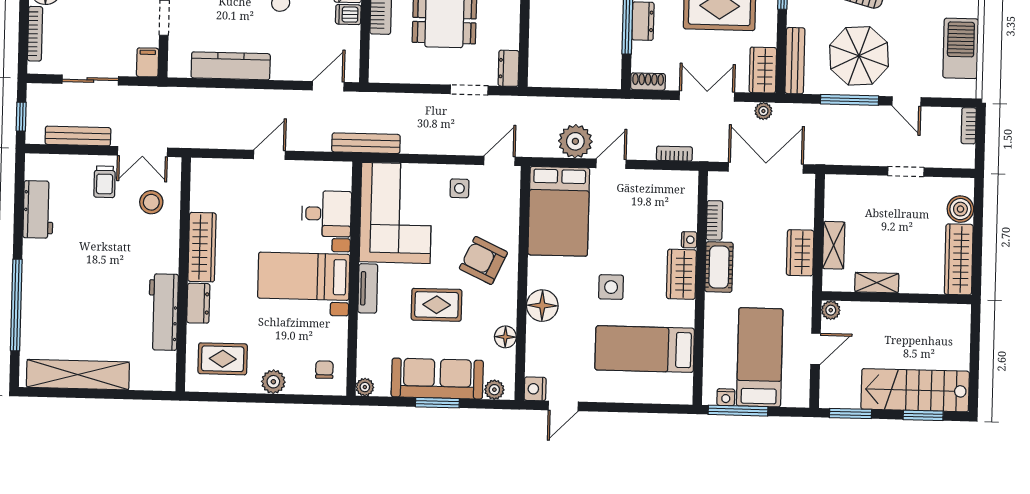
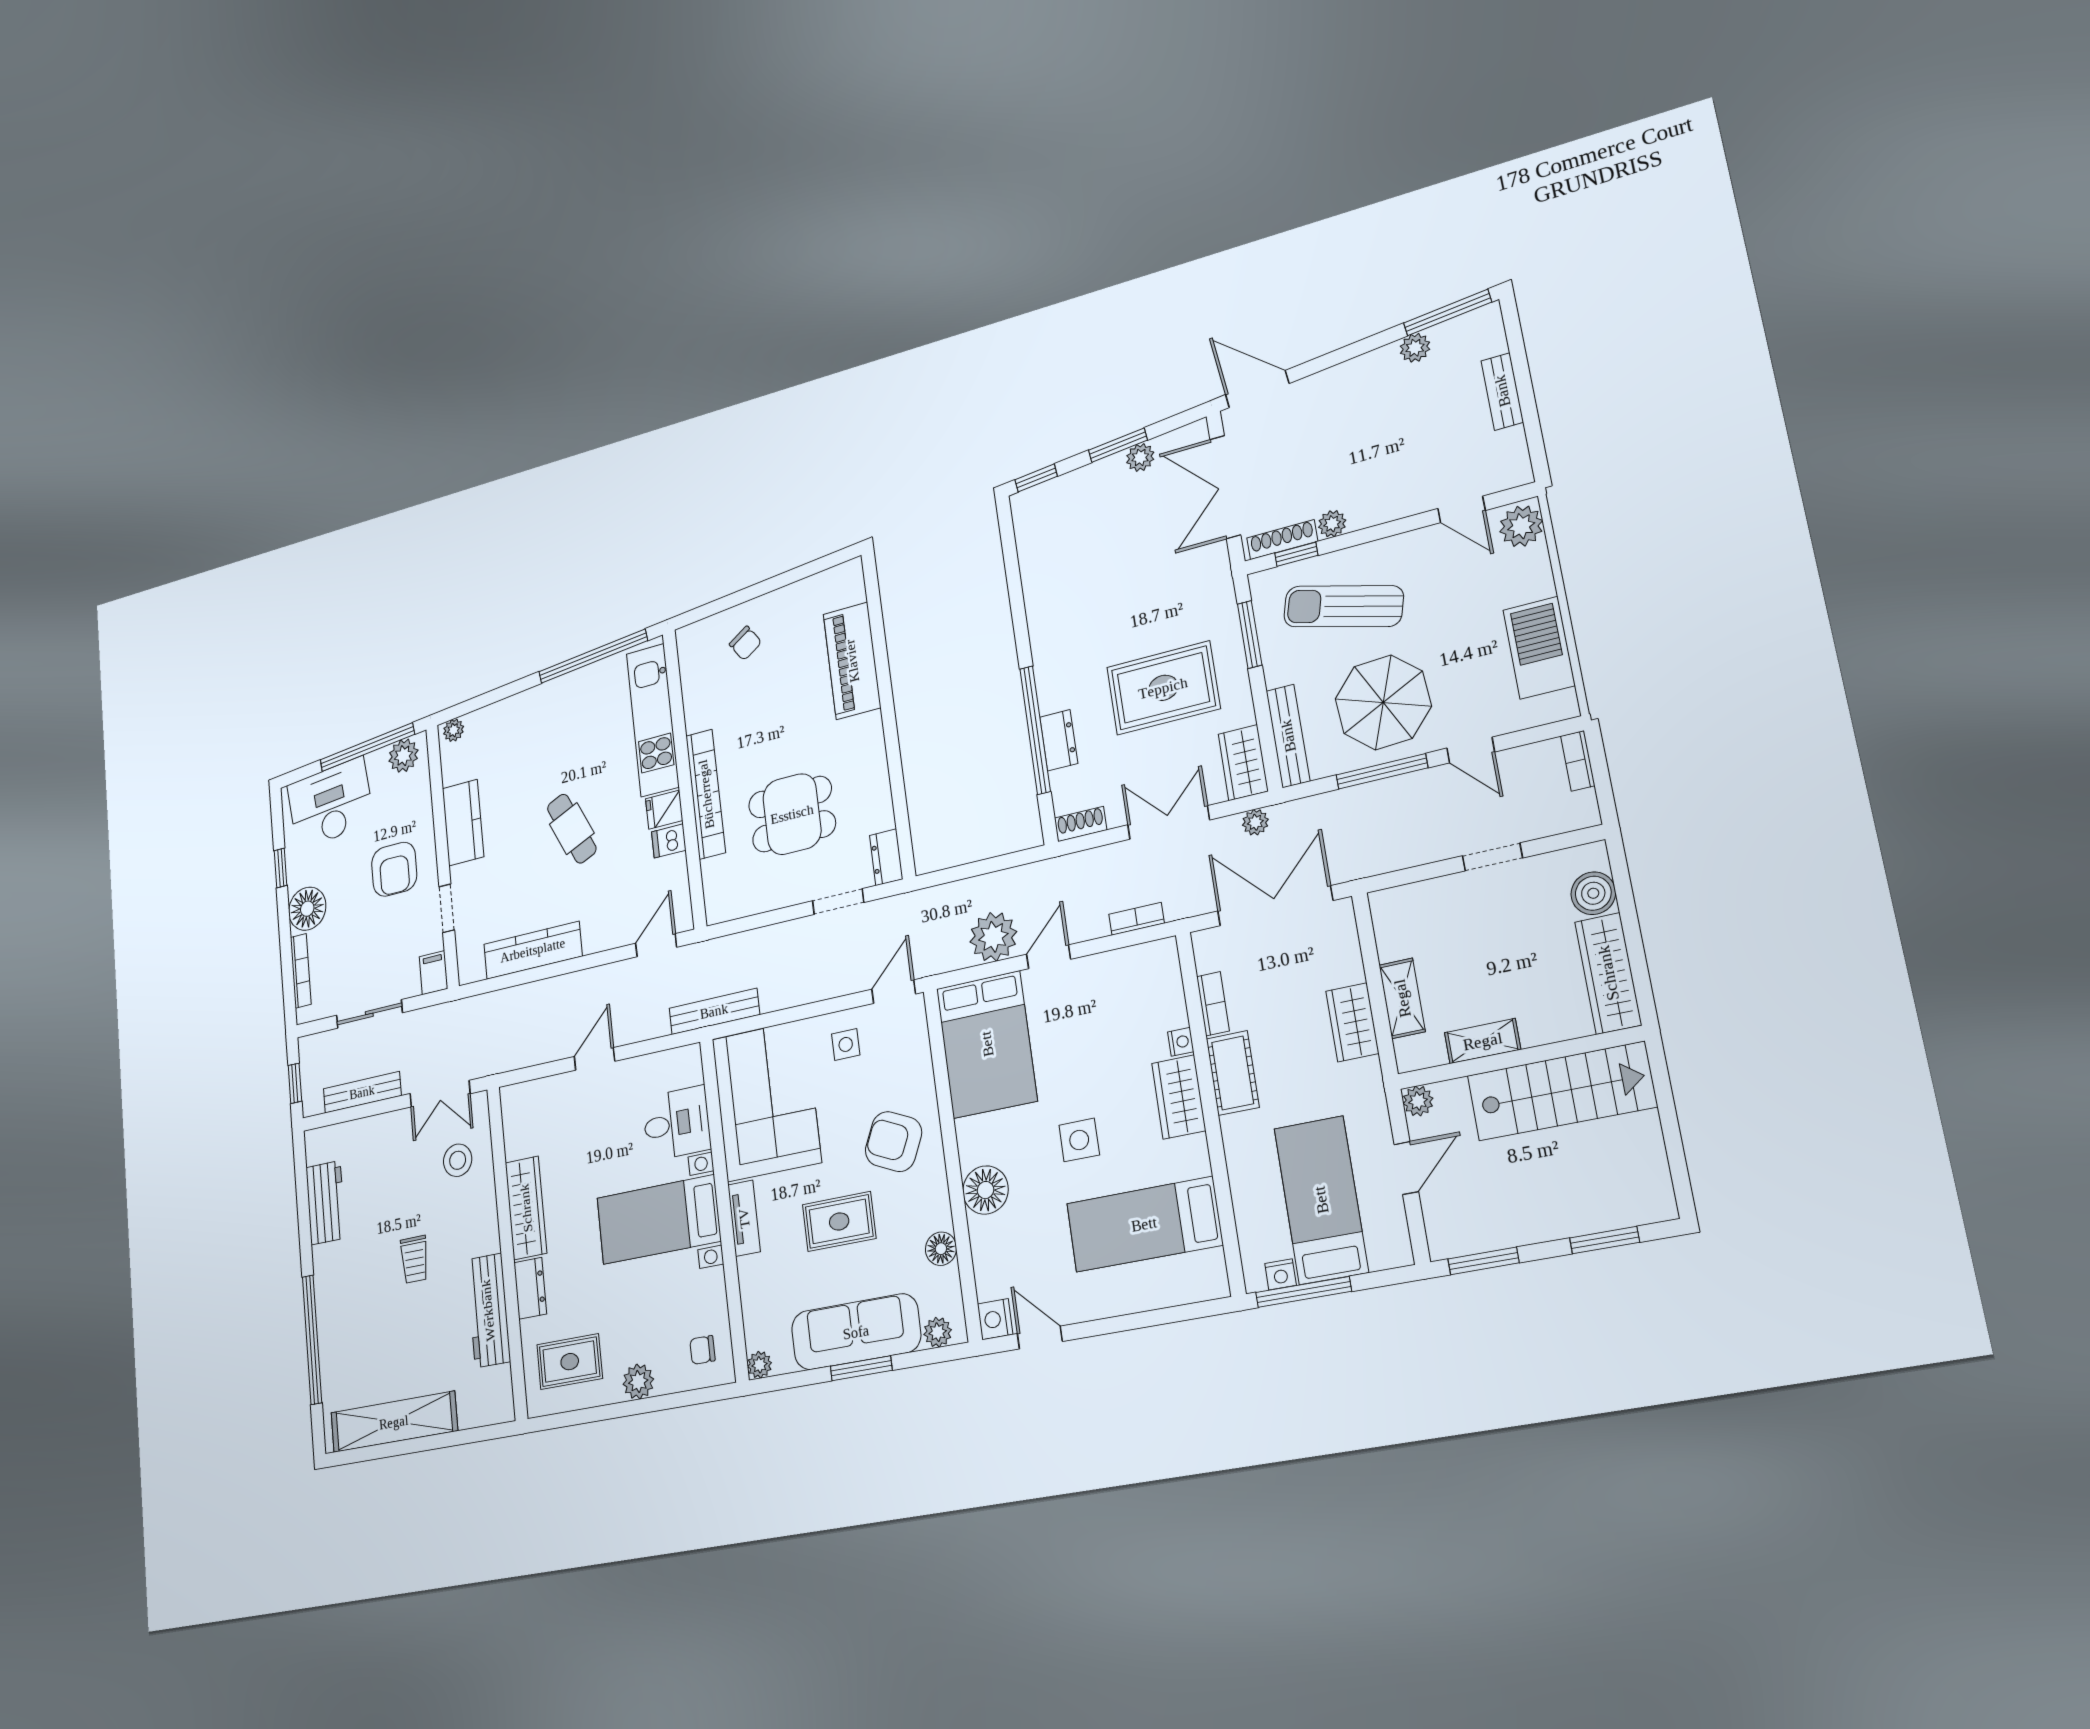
trolley: (105, 182) -> (414, 1259), moved
chair: (324, 370) -> (702, 1350), turned -90
stairs: (915, 390) -> (1561, 1091), moved, turned 180
door: (563, 406) -> (1040, 1337), swing flipped

